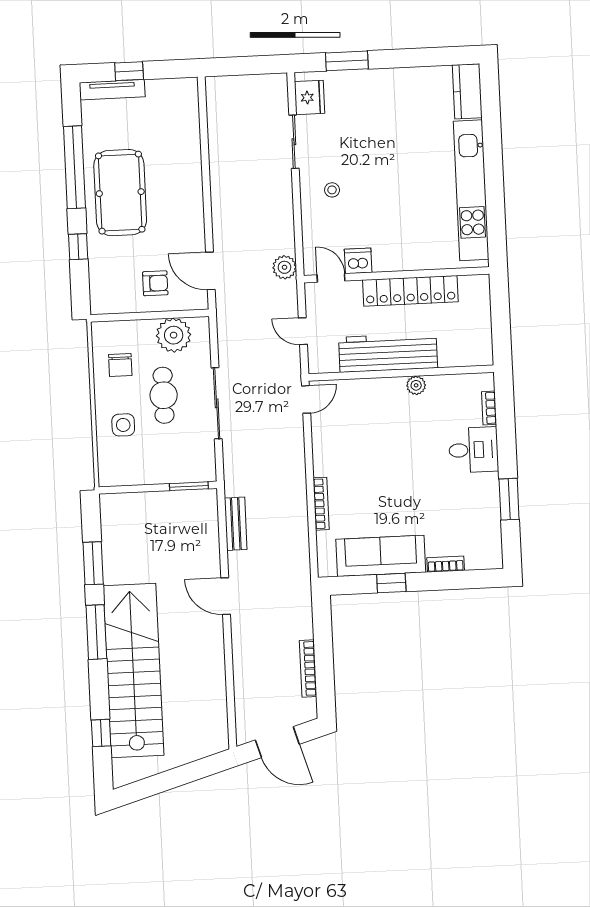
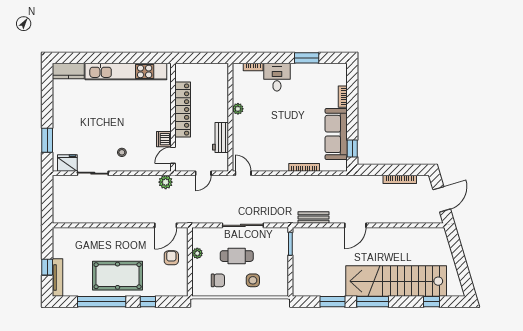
plant: (174, 335) -> (197, 253), width x0.53, depth x0.53
workbench: (388, 353) -> (221, 137), width x0.53, depth x0.76
window: (391, 583) -> (352, 148), moved

